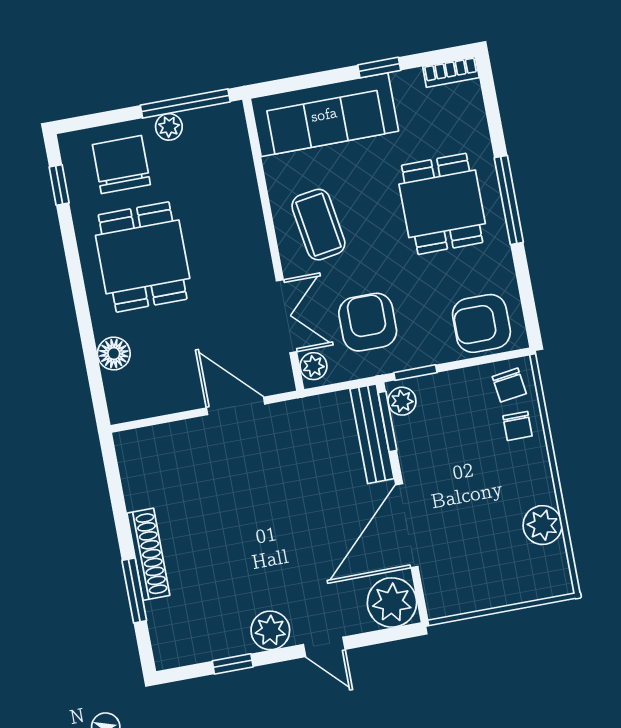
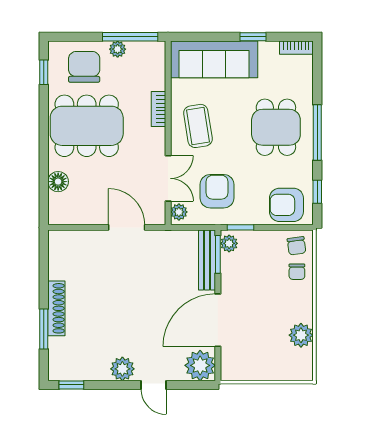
bookcase: (251, 209) -> (158, 109), added
dining table: (143, 257) -> (87, 126), width x1.38
window: (526, 294) -> (317, 192), added
window: (233, 664) -> (71, 385), moved

